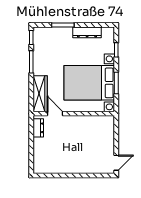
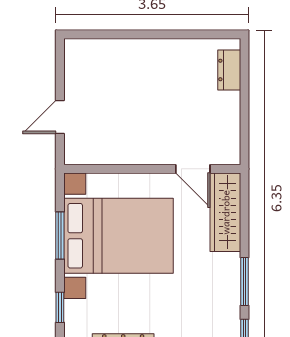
dresser: (38, 128) -> (229, 70), moved
door: (116, 163) -> (60, 117), moved

